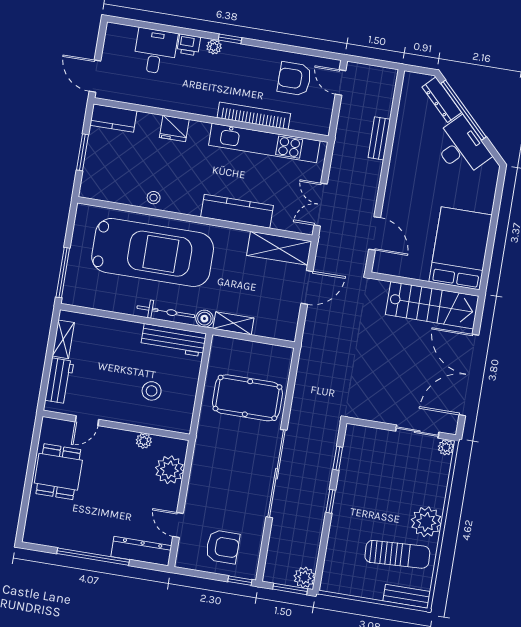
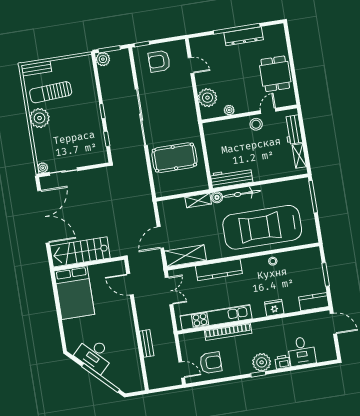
plant: (214, 47) -> (262, 362), width x1.87, depth x1.87
dresser: (442, 100) -> (116, 380), removed
stool: (152, 391) -> (256, 124), moved
dresser: (141, 551) -> (244, 36), moved

